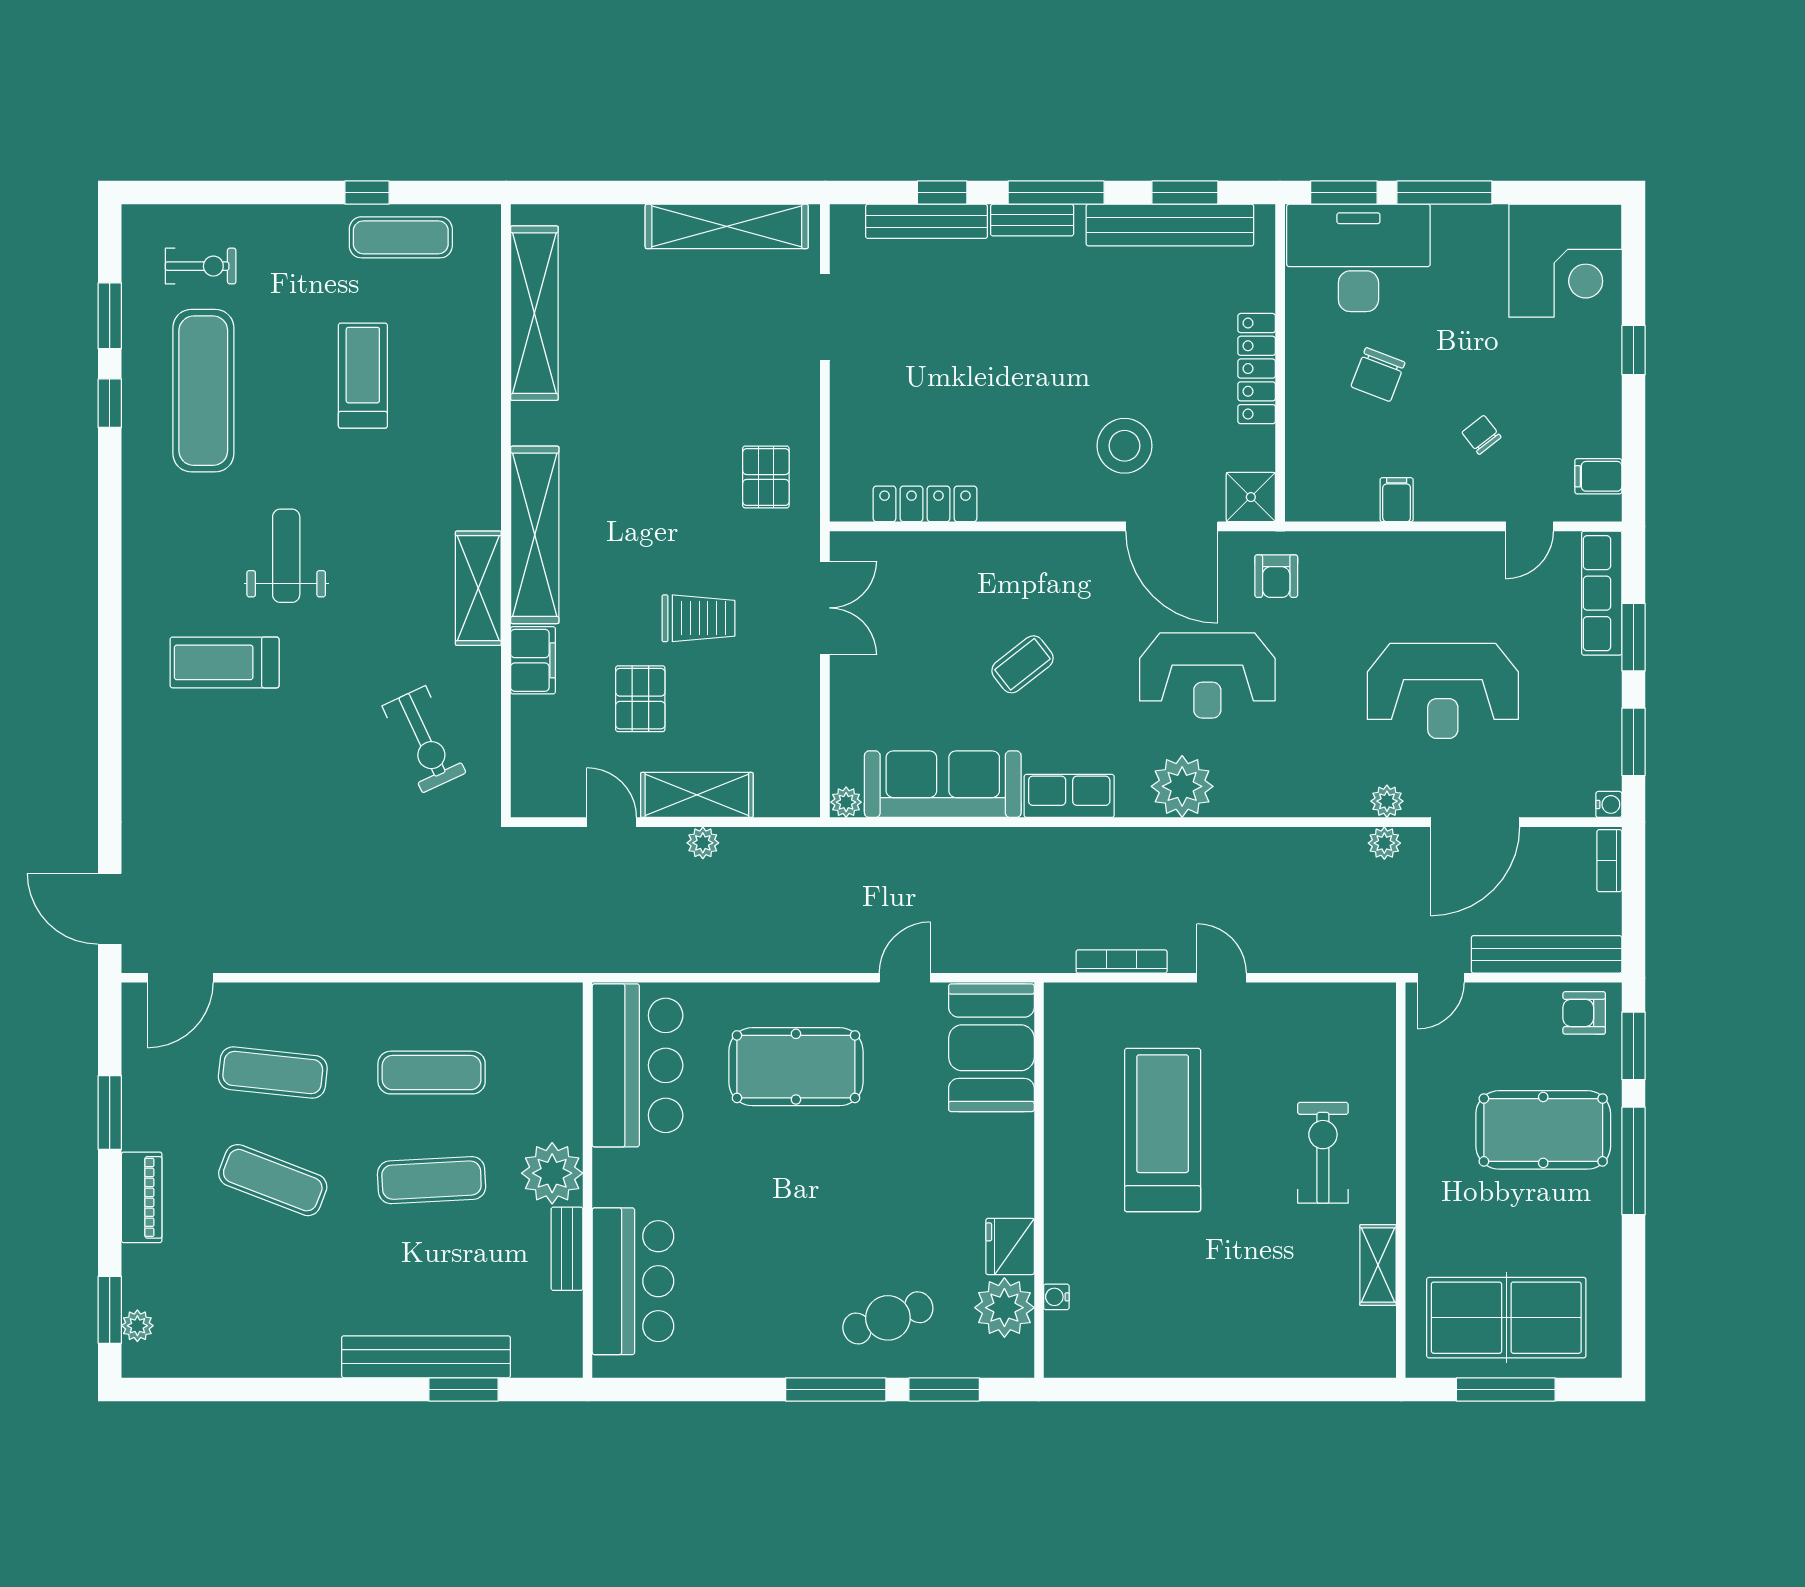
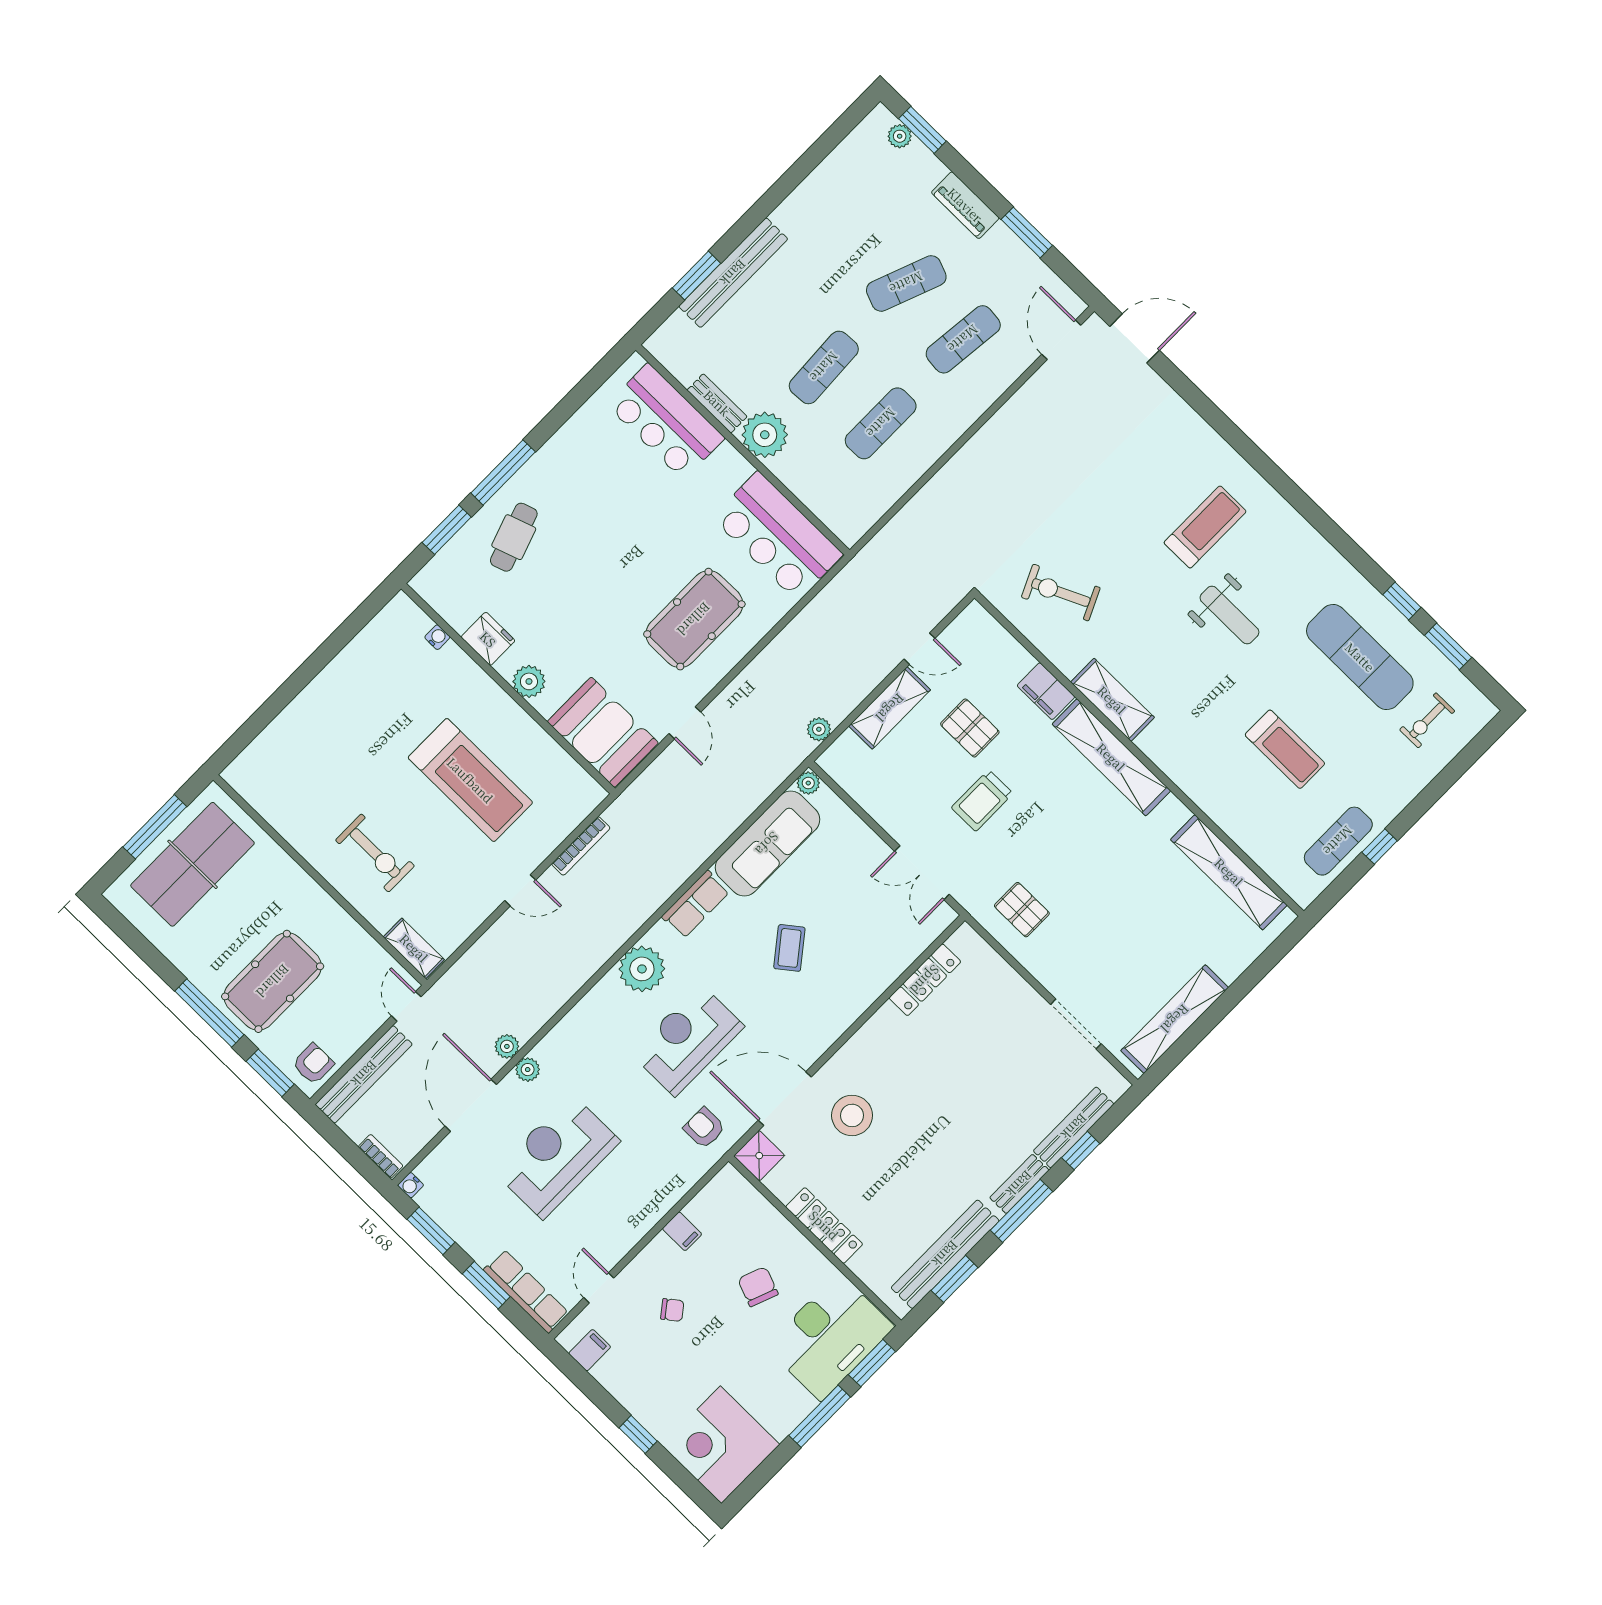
plant: (703, 843) -> (819, 729), moved
shelving: (1378, 1265) -> (414, 948), moved
plant: (1004, 1308) -> (529, 681), moved, width x0.73, depth x0.73

